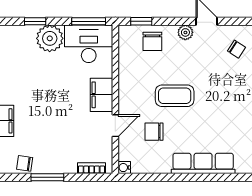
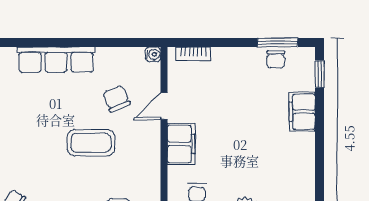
chair: (154, 132) -> (116, 99), turned -113
chair: (25, 163) -> (276, 59), turned 82
window: (47, 177) -> (278, 42), moved

